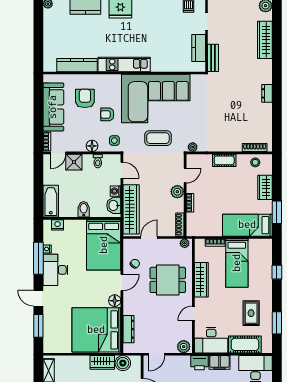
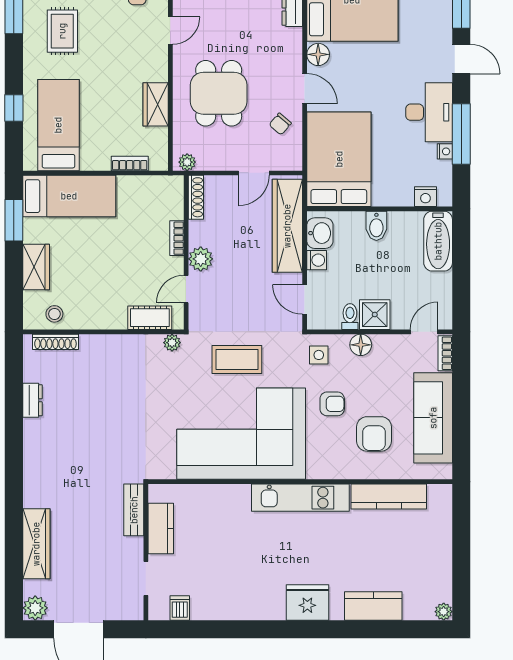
dresser: (267, 93) -> (32, 400), moved
cot: (224, 160) -> (150, 318), moved
shower: (74, 162) -> (375, 315), moved
bed: (237, 263) -> (58, 125), moved
dining table: (168, 280) -> (219, 93), turned 90
wardrobe: (201, 280) -> (156, 104), width x0.67
door: (122, 282) -> (305, 89), swing flipped

